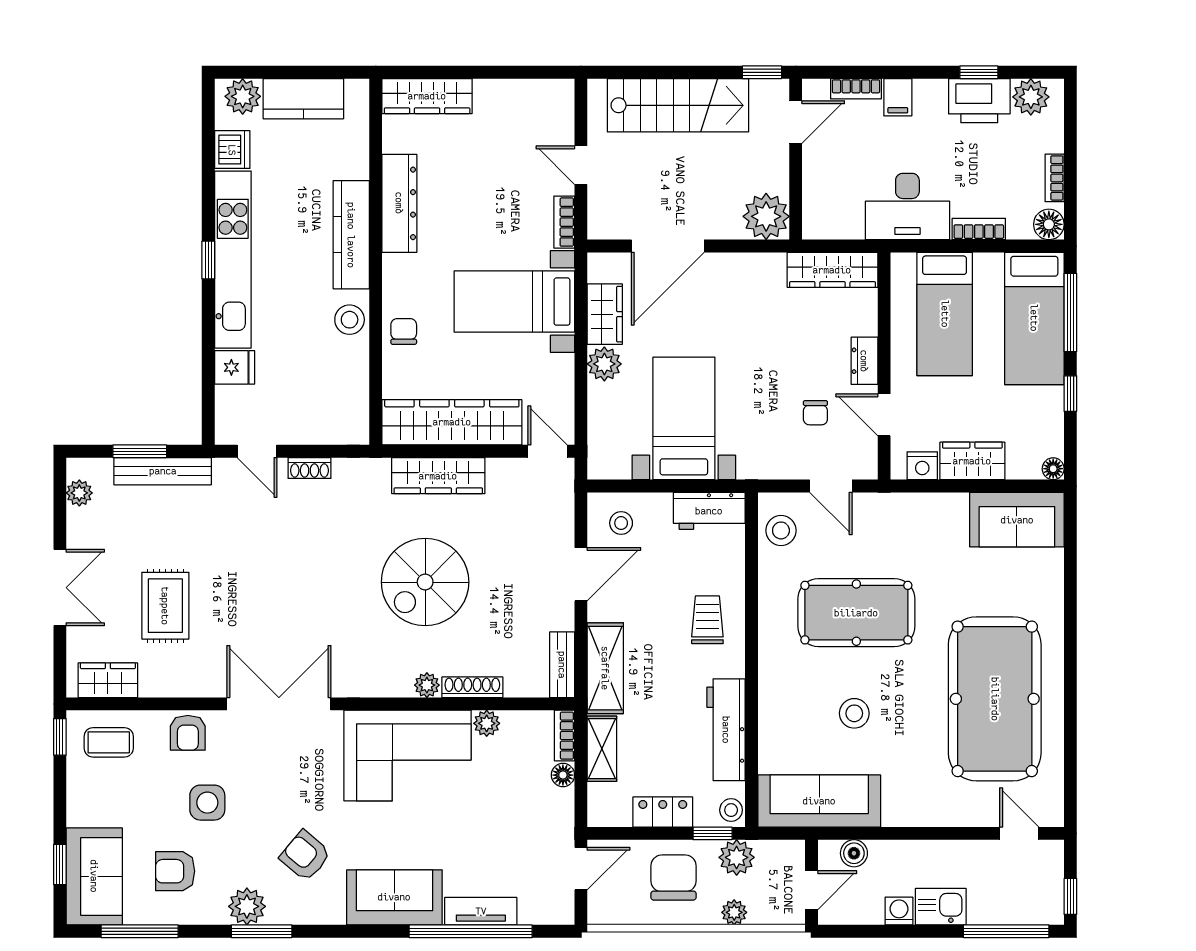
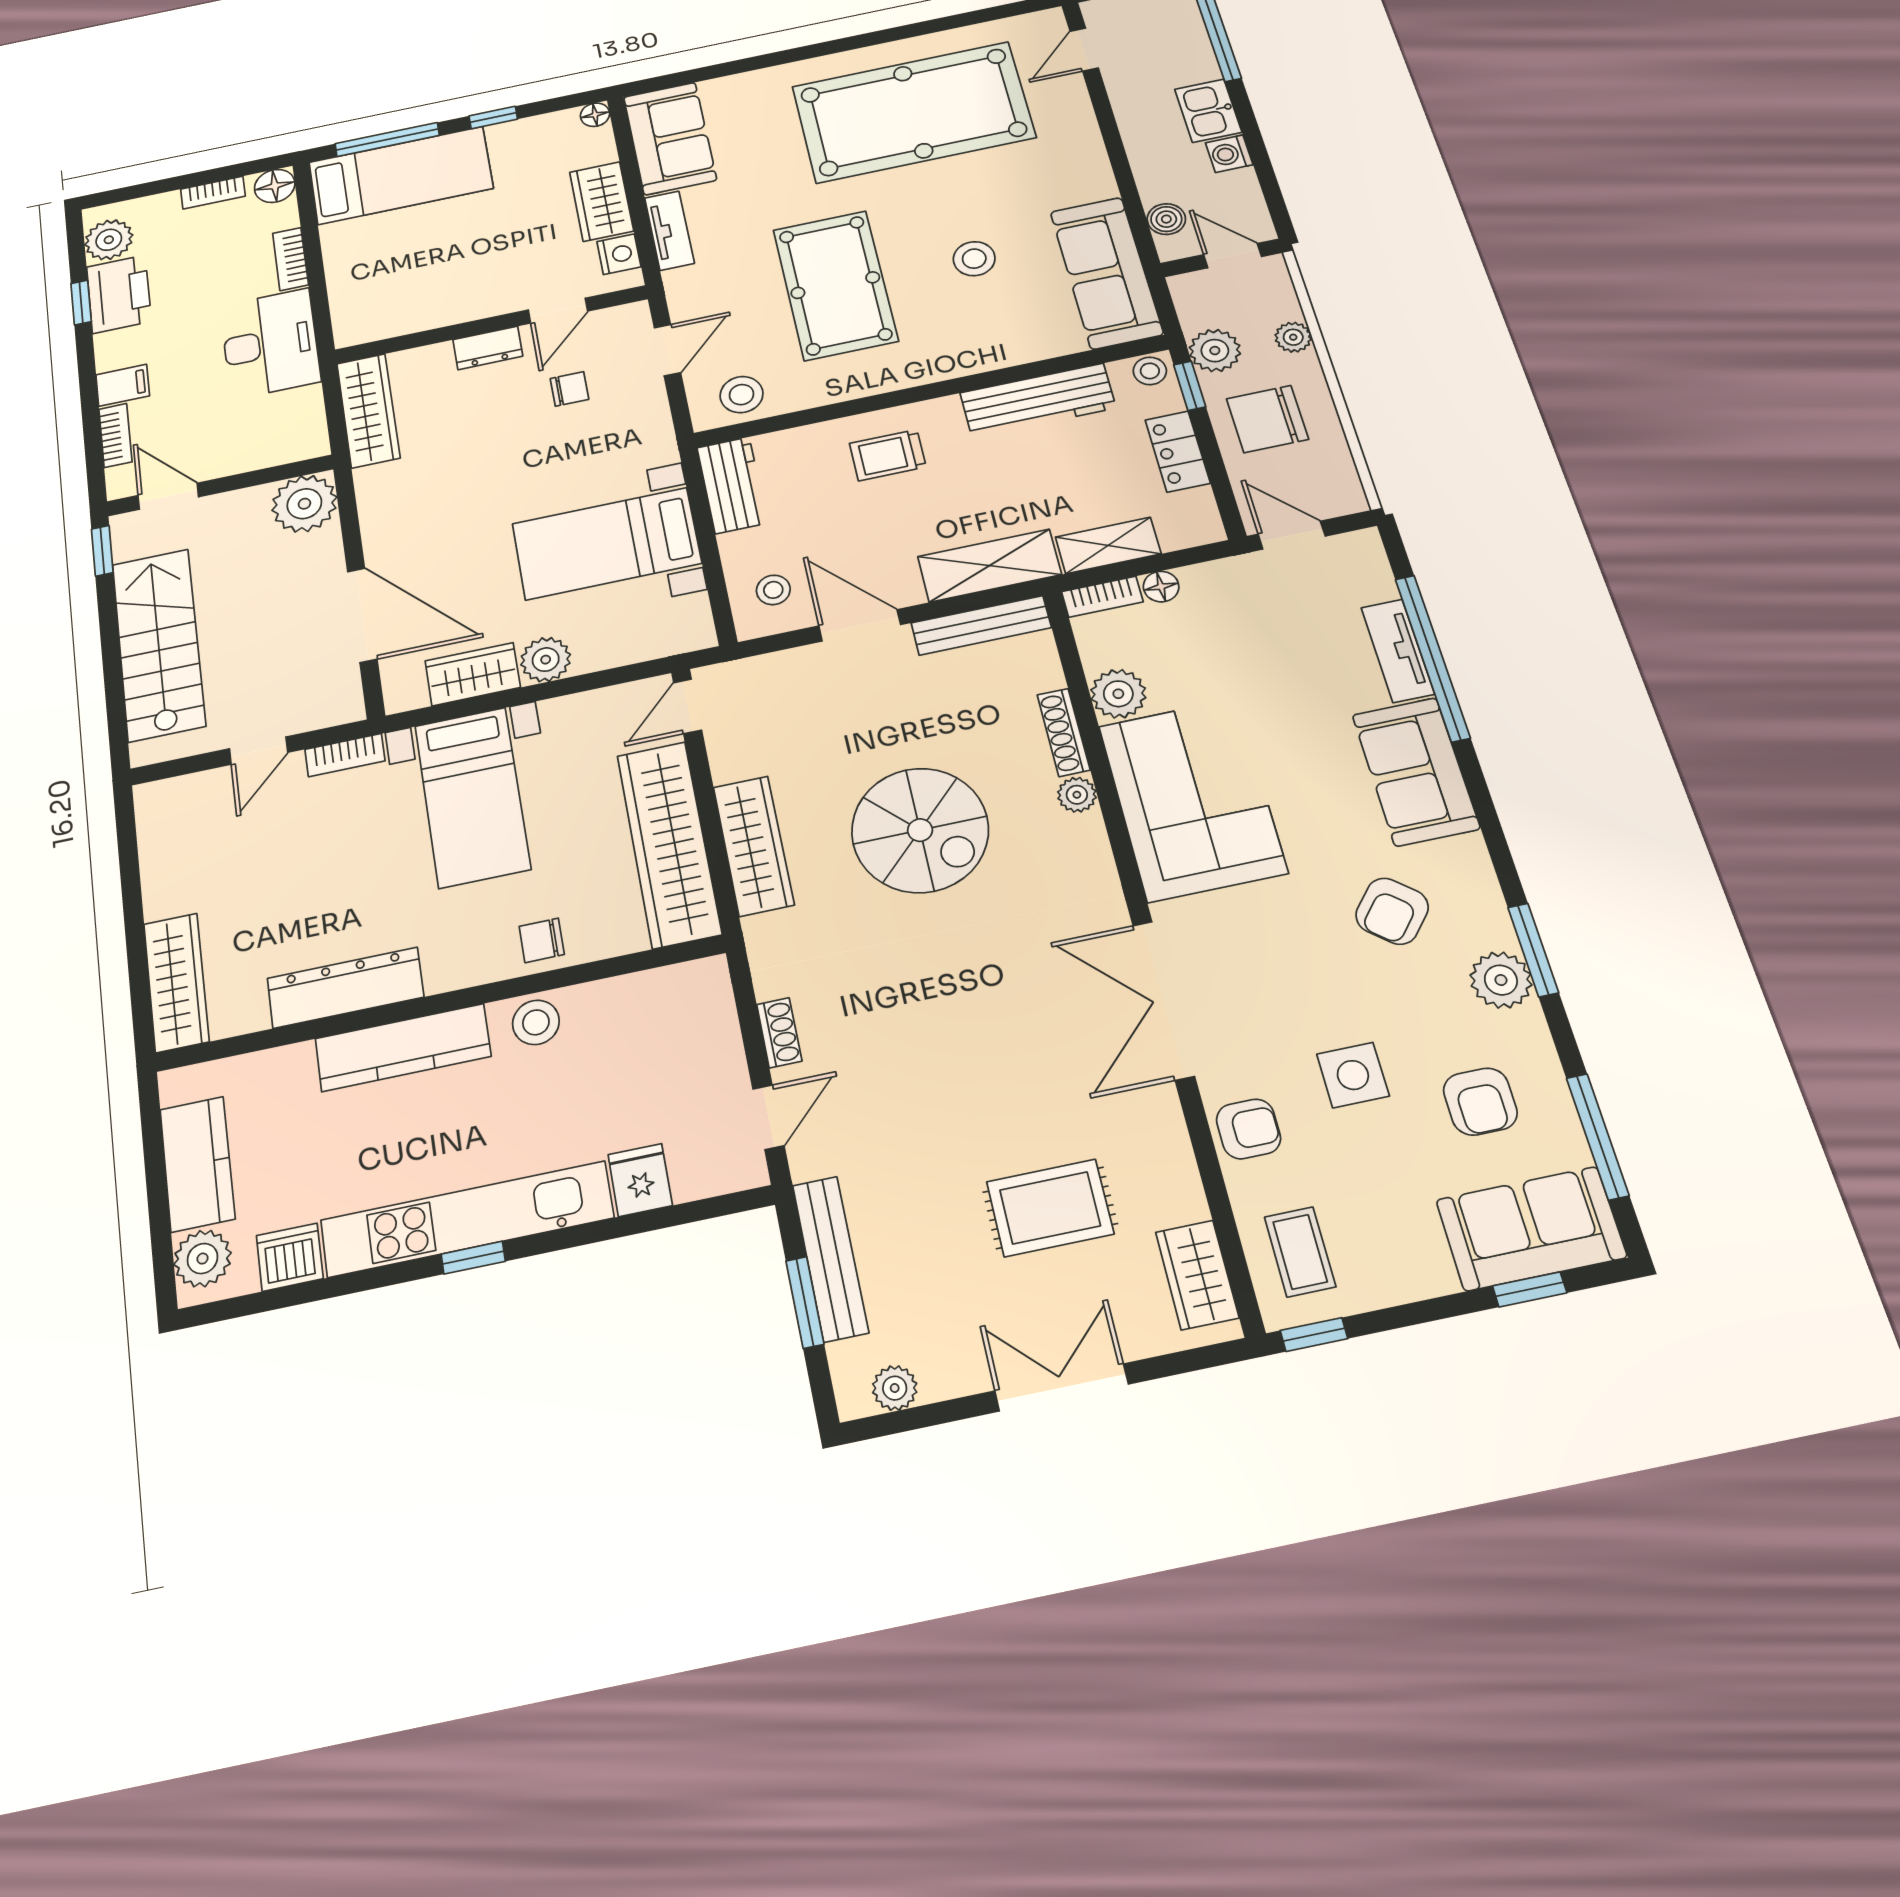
bed: (945, 314) -> (410, 272), removed
tv unit: (934, 505) -> (669, 231), added
bench: (562, 665) -> (981, 625), width x1.36
plant: (487, 723) -> (1118, 694), width x1.38, depth x1.38

